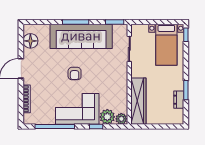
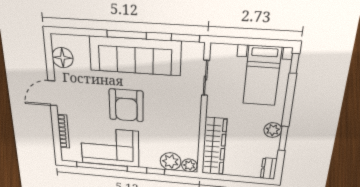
armchair: (75, 74) -> (126, 105), width x1.88, depth x1.88
plant: (178, 84) -> (273, 130), added
dresser: (179, 100) -> (269, 168), moved
corner sofa: (77, 109) -> (110, 147), moved

